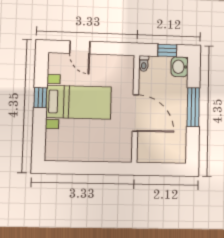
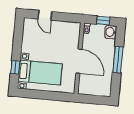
window: (40, 98) -> (15, 67), moved
bed with nightstands: (79, 102) -> (40, 73), moved

